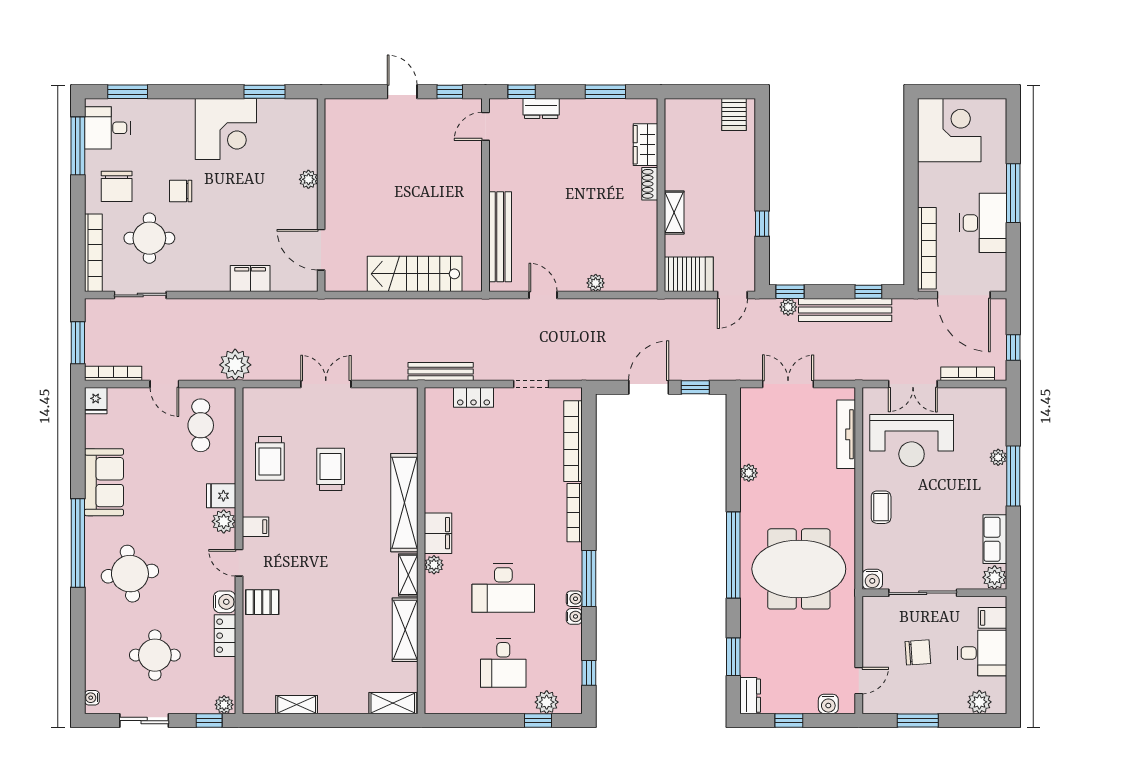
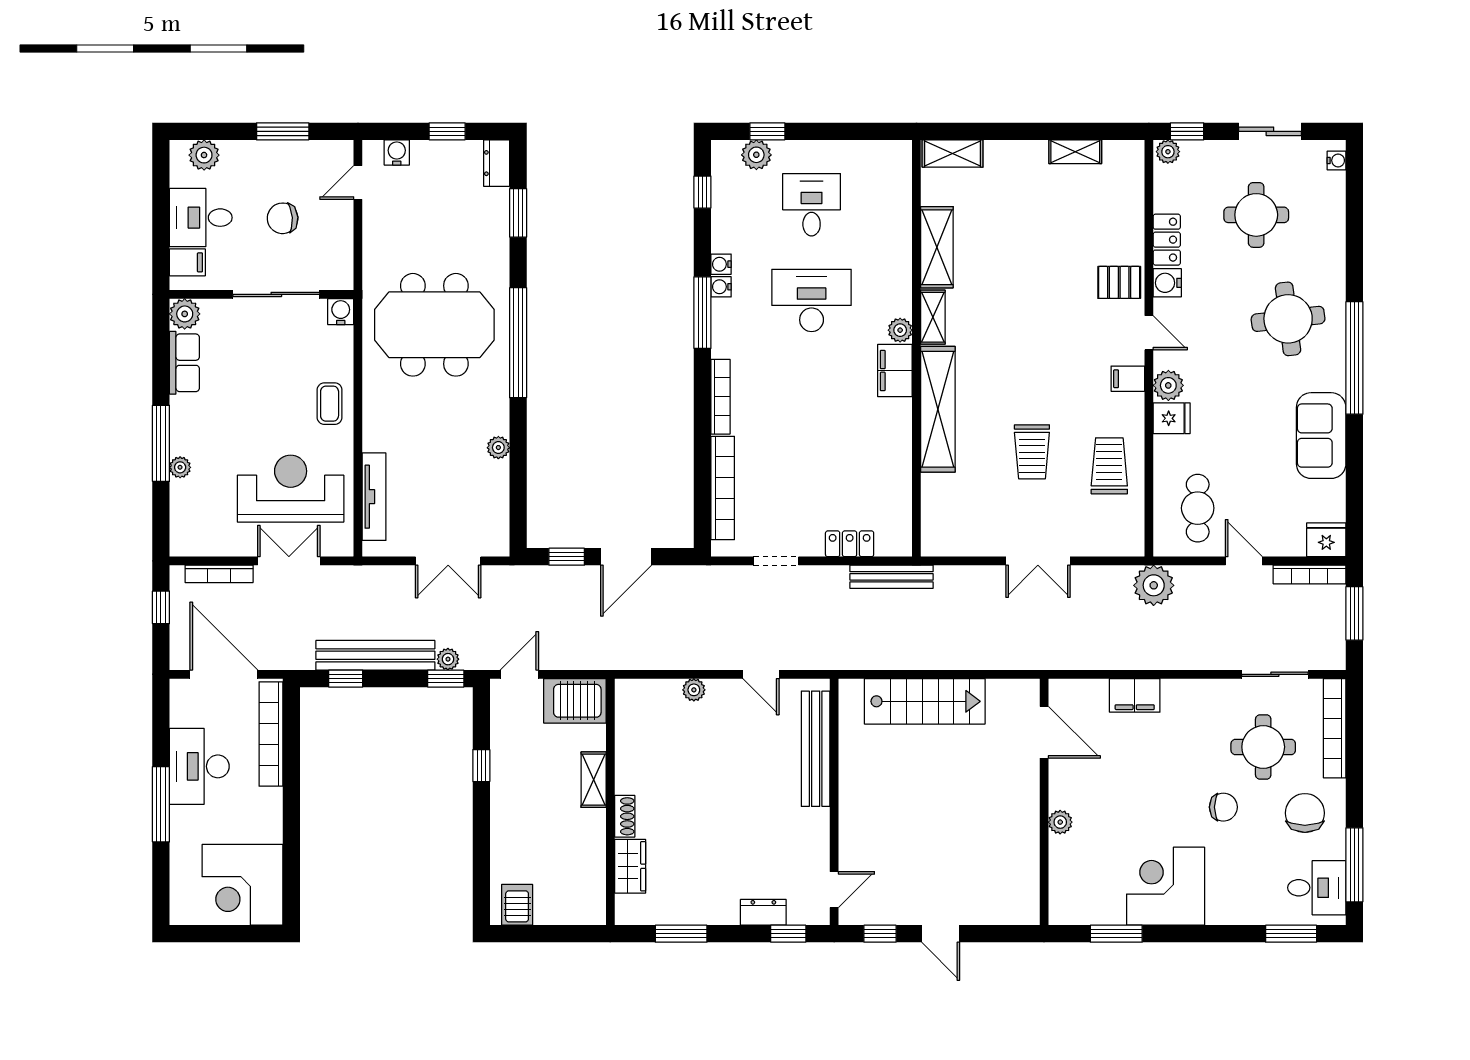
fridge: (96, 401) -> (1326, 540), width x1.38

